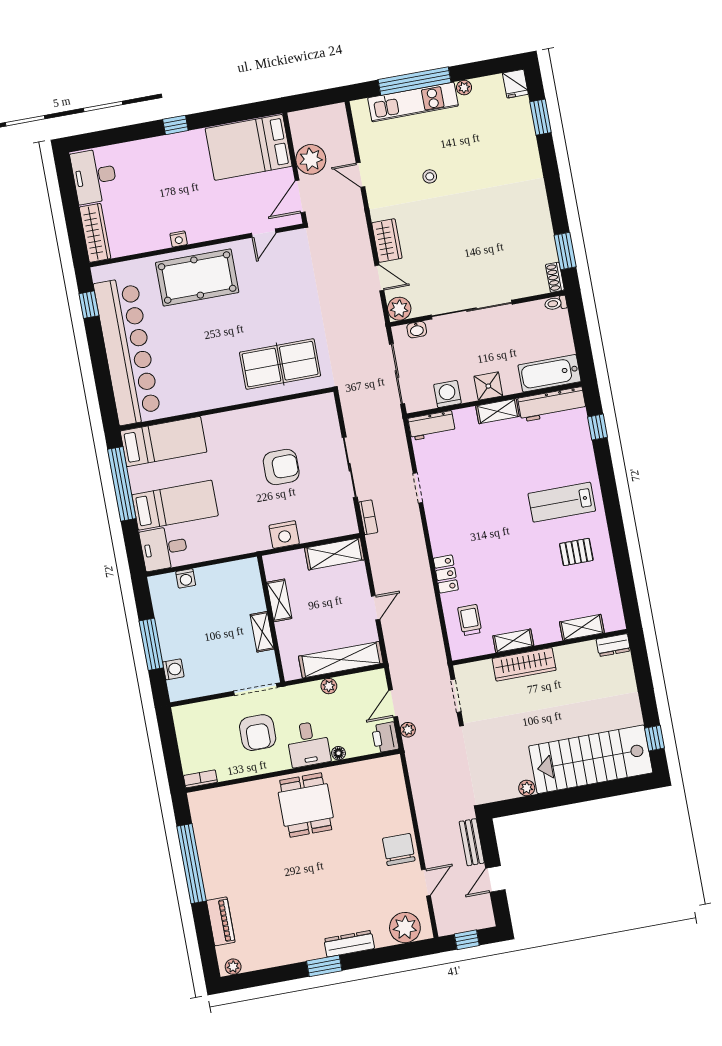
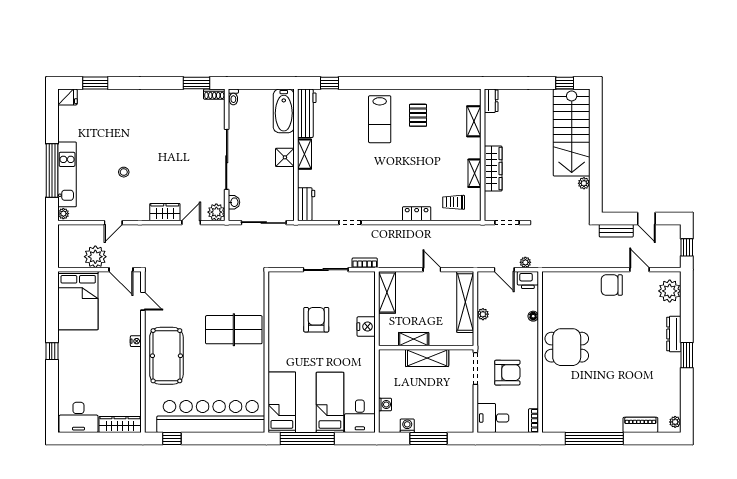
plant: (464, 88) -> (63, 214), moved
nightstand: (179, 239) -> (136, 341), moved
table tennis table: (280, 364) -> (234, 330), moved, turned 90
washing machine: (447, 394) -> (285, 188), removed
shelving: (262, 632) -> (427, 358), width x1.50, depth x1.33
washing machine: (173, 669) -> (407, 426), moved
desk: (308, 744) -> (493, 418), moved, turned 180

